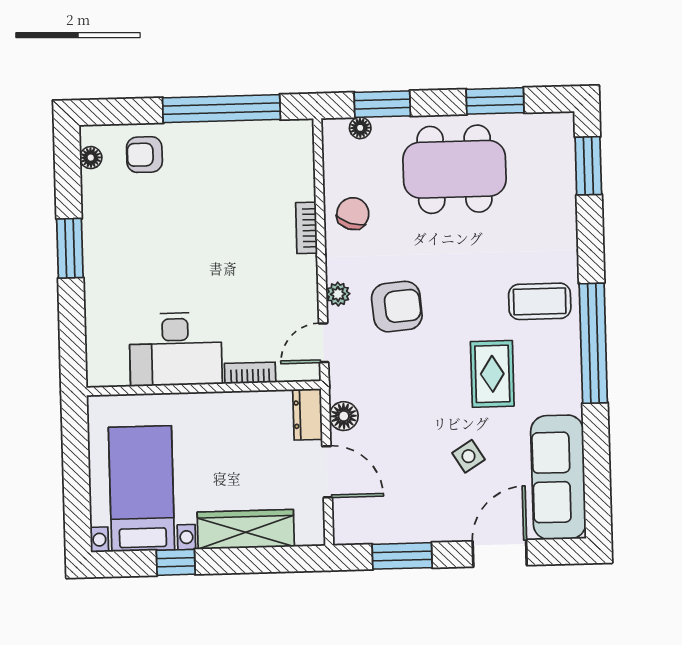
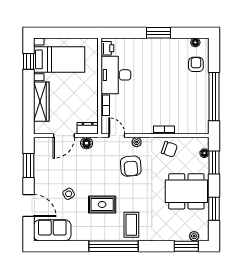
plant: (563, 147) -> (194, 236), added
dining table: (454, 169) -> (186, 191), turned 90
printer: (111, 372) -> (107, 48), added
sofa: (558, 477) -> (52, 230), width x0.73
window: (176, 562) -> (28, 61), moved

